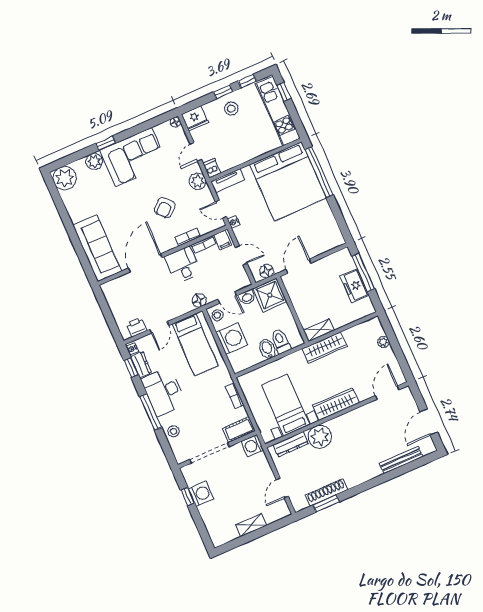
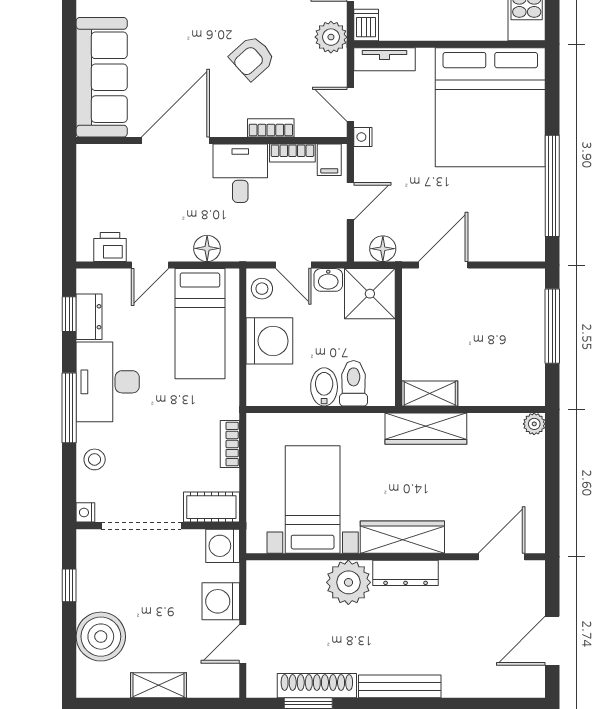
window: (319, 172) -> (552, 186), moved
door: (241, 255) -> (350, 201), hinge flipped
freezer: (354, 286) -> (527, 343), removed
floor lamp: (199, 300) -> (207, 248), moved
plant: (383, 342) -> (534, 424), moved
nightstand: (132, 349) -> (85, 512), moved
dresser: (291, 444) -> (406, 573), moved
bench: (401, 460) -> (400, 686), moved
washing machine: (201, 494) -> (221, 601), moved, turned 180
boiler: (213, 514) -> (101, 637), added

